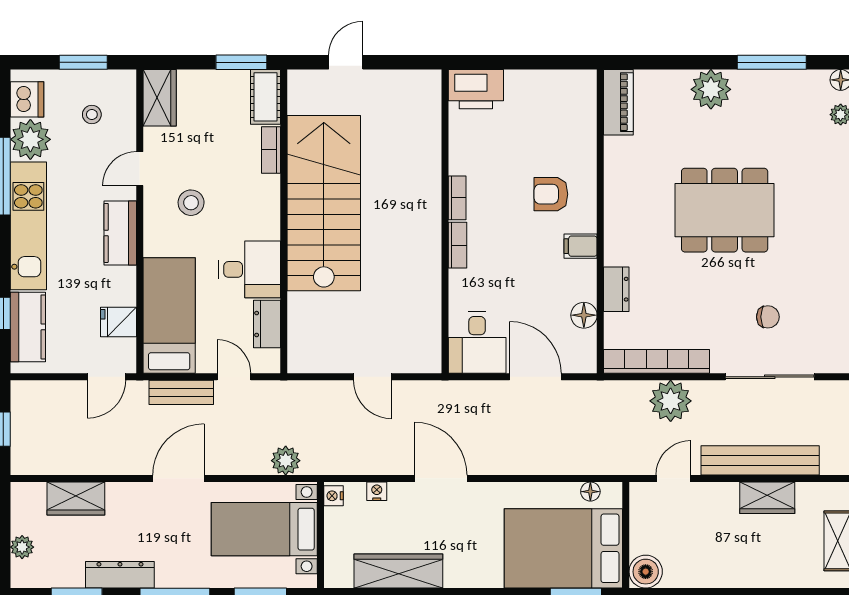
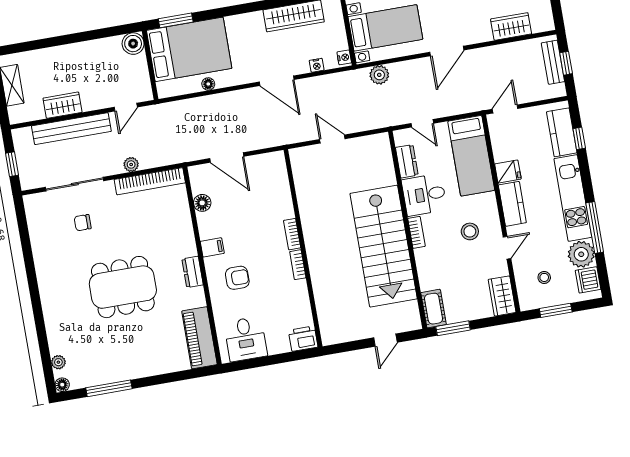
printer: (476, 89) -> (303, 339), width x0.73, depth x0.84
plant: (711, 89) -> (145, 364), removed
piano: (618, 102) -> (199, 338), width x1.37, depth x1.33
bookcase: (271, 150) -> (416, 232), moved
dresser: (616, 289) -> (193, 272), moved
fridge: (118, 322) -> (508, 172), moved
desk: (477, 342) -> (246, 339), moved, turned 180
bench: (181, 392) -> (553, 62), moved, turned 90
plant: (671, 401) -> (131, 164), width x0.53, depth x0.53
floor lamp: (590, 492) -> (208, 84), moved

